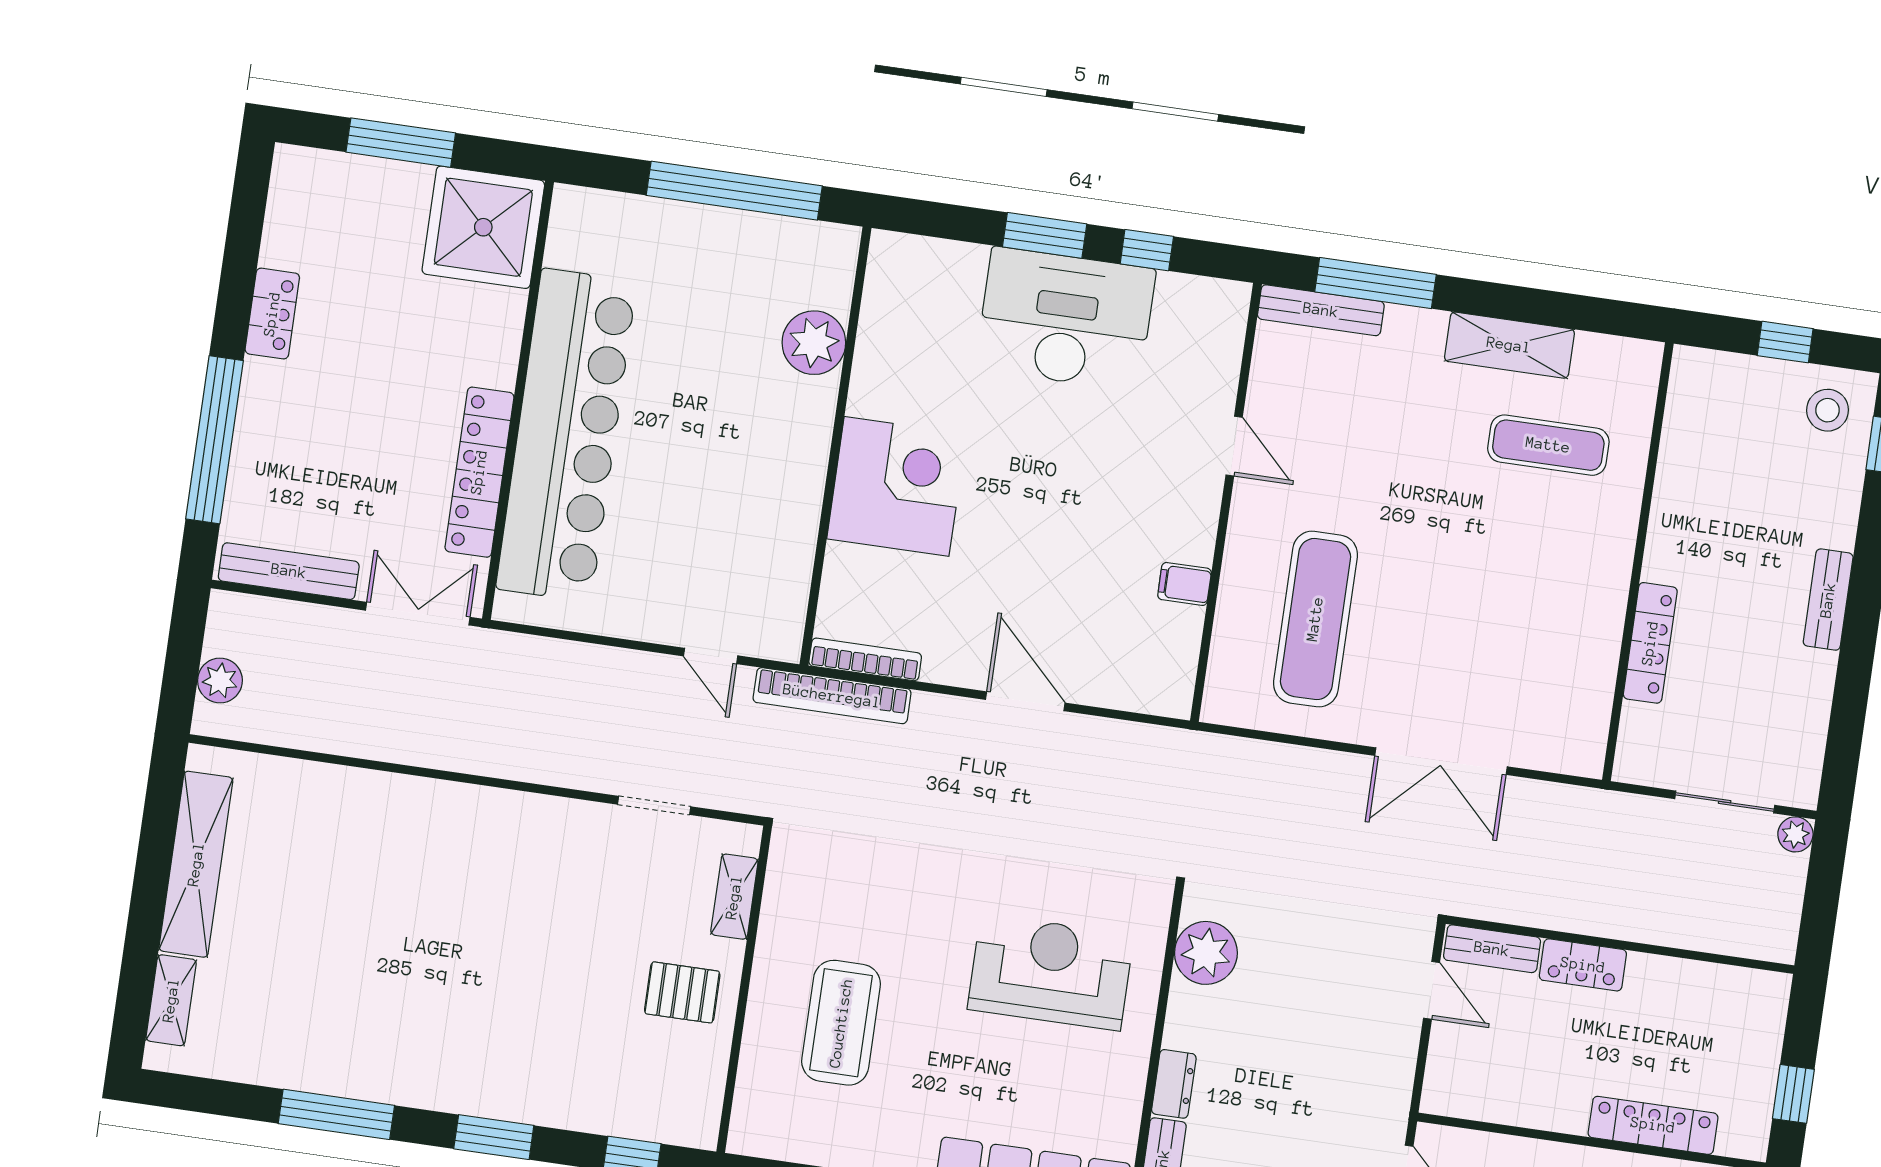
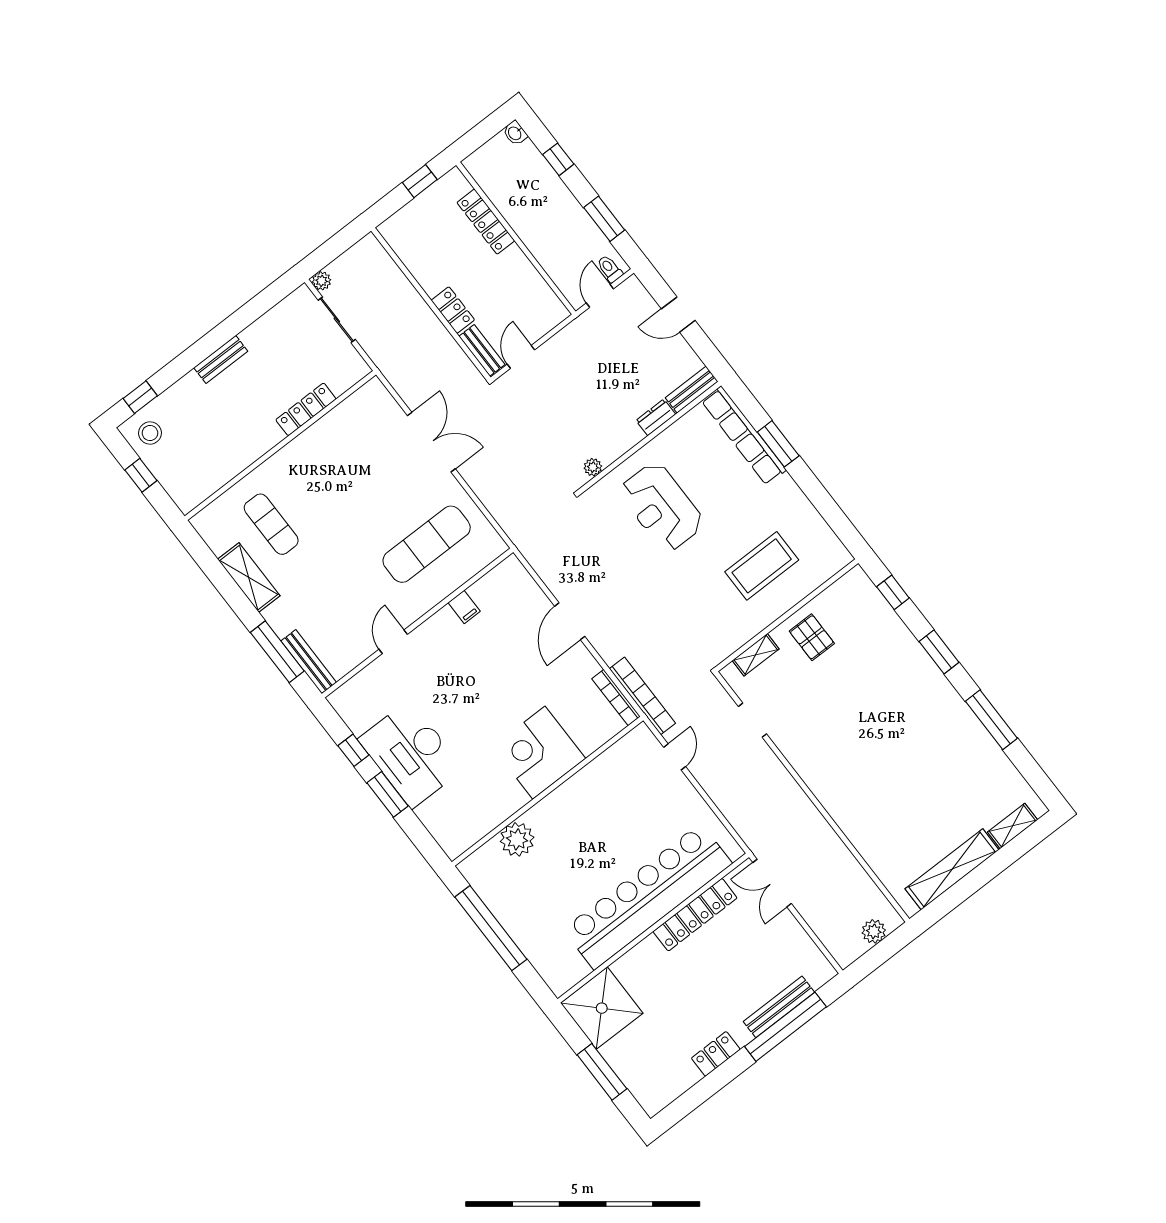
bench: (289, 571) -> (779, 1007), moved, turned 90
plant: (1206, 953) -> (593, 467), width x0.53, depth x0.53

